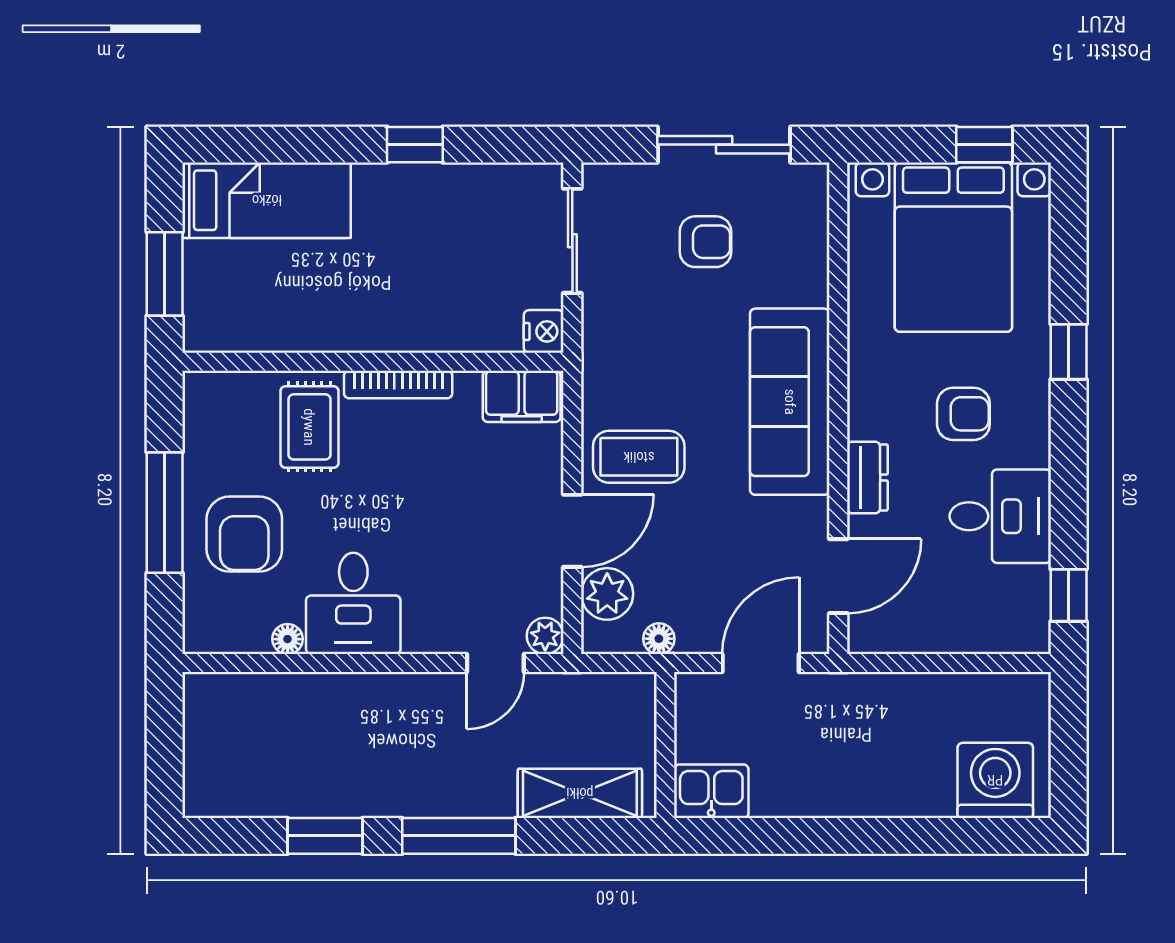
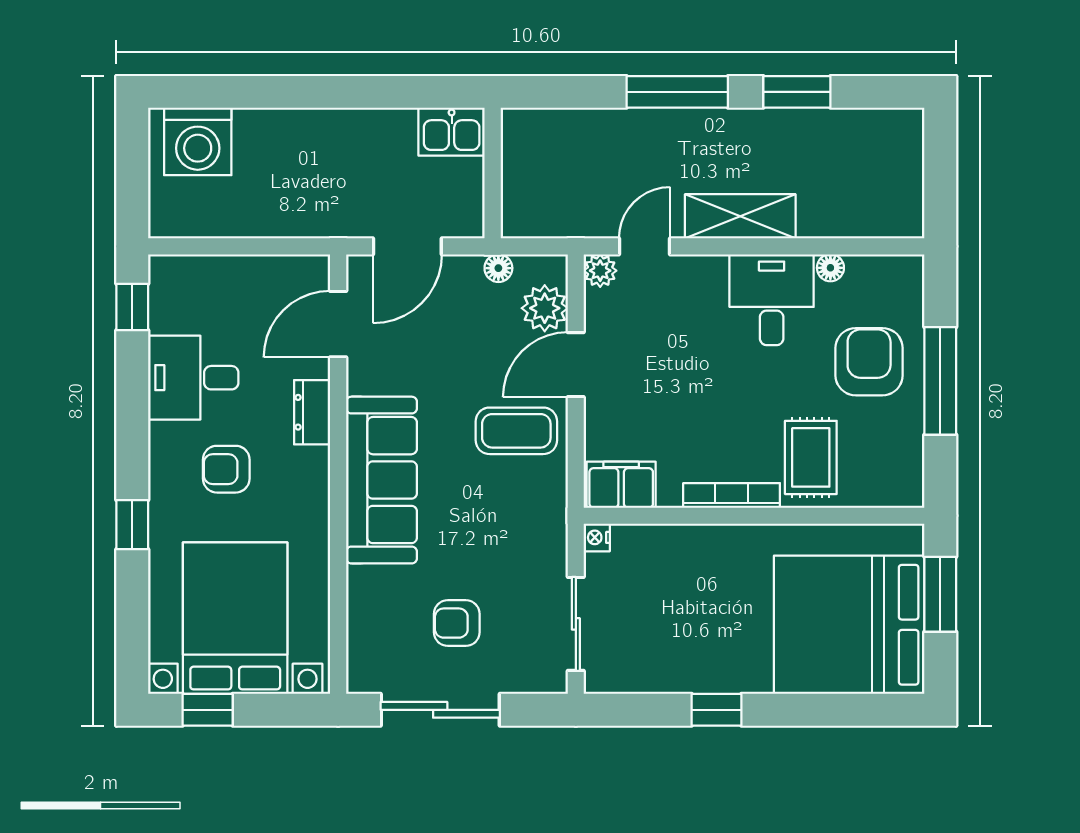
bed: (267, 200) -> (849, 625), width x2.04
nightstand: (544, 331) -> (597, 537), width x0.72, depth x0.74
shelving: (580, 793) -> (740, 216), moved

